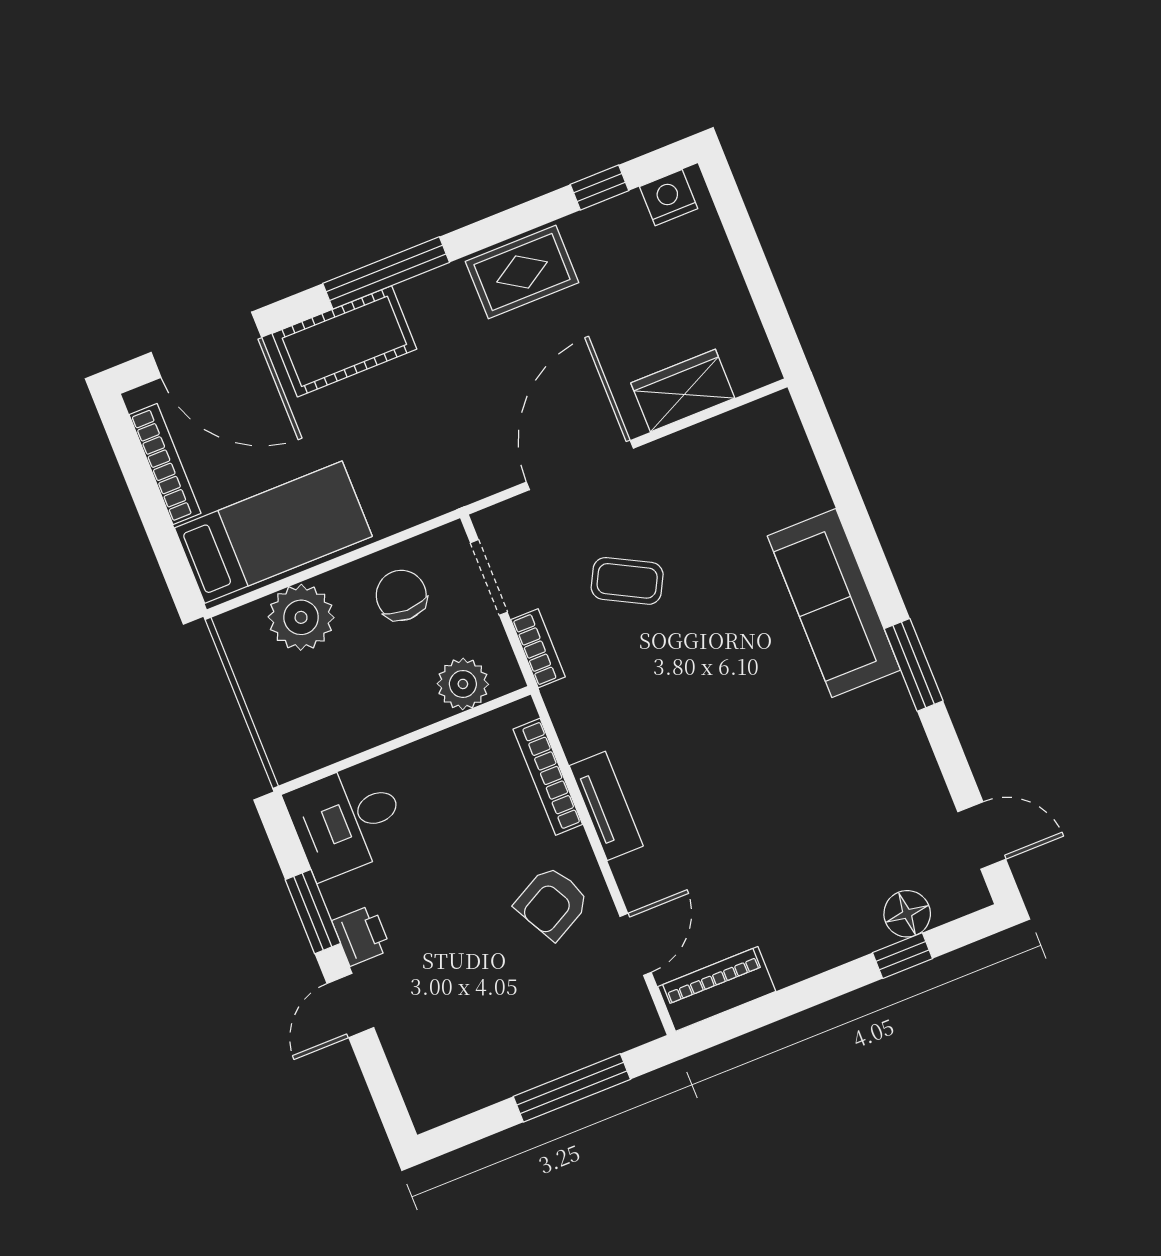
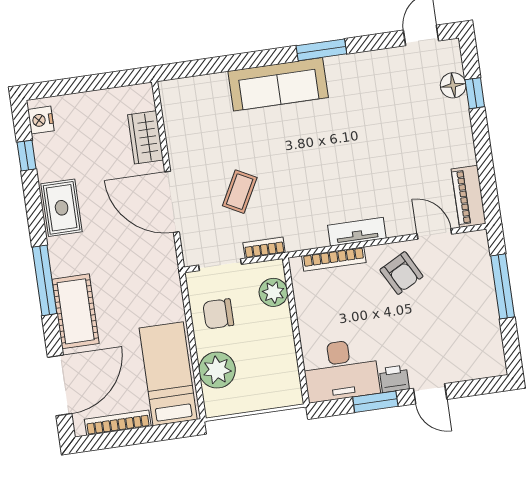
desk: (347, 820) -> (341, 370), width x1.37

